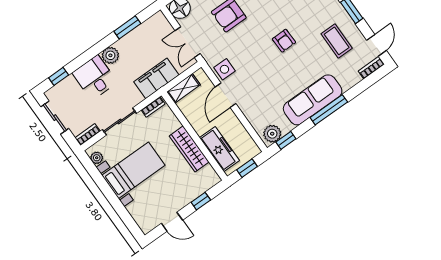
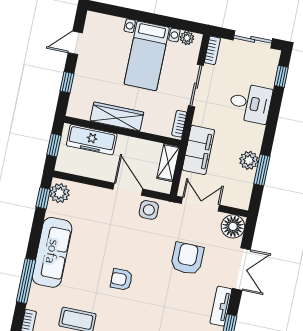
plant: (110, 55) -> (249, 160), moved
window: (329, 110) -> (26, 281), moved

